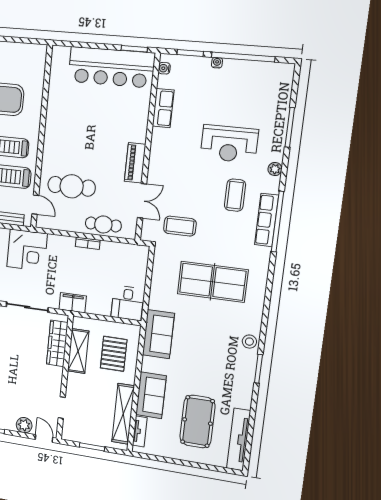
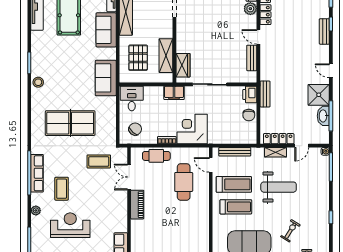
cafe table: (72, 186) -> (184, 182), turned 90
corner desk: (27, 250) -> (192, 129), moved
chair: (127, 263) -> (135, 129), added
wardrobe: (57, 343) -> (183, 65), width x0.67

